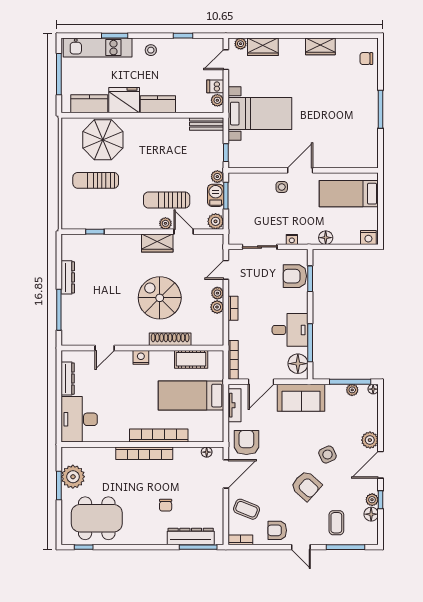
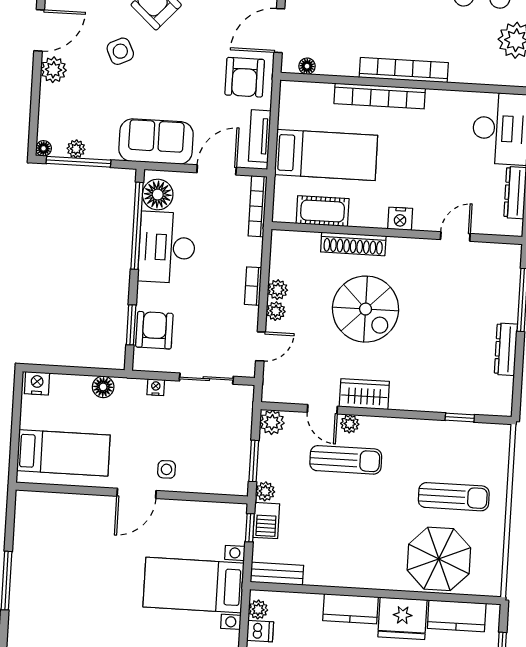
barbecue: (216, 195) -> (266, 521), moved
armchair: (295, 276) -> (154, 330), turned -90
desk: (290, 330) -> (167, 247), width x1.37
window: (310, 343) -> (137, 226), width x1.46

